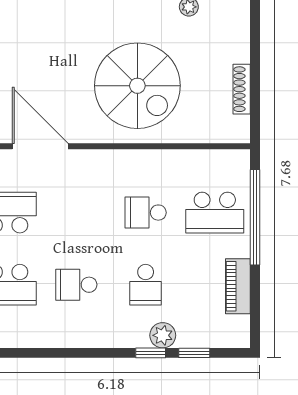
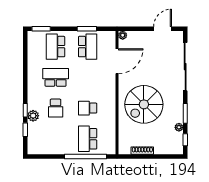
school desk: (146, 213) -> (88, 108), turned -90
school desk: (76, 285) -> (56, 77), width x1.85
school desk: (146, 285) -> (56, 108), turned -90
piano: (238, 286) -> (55, 149), removed

